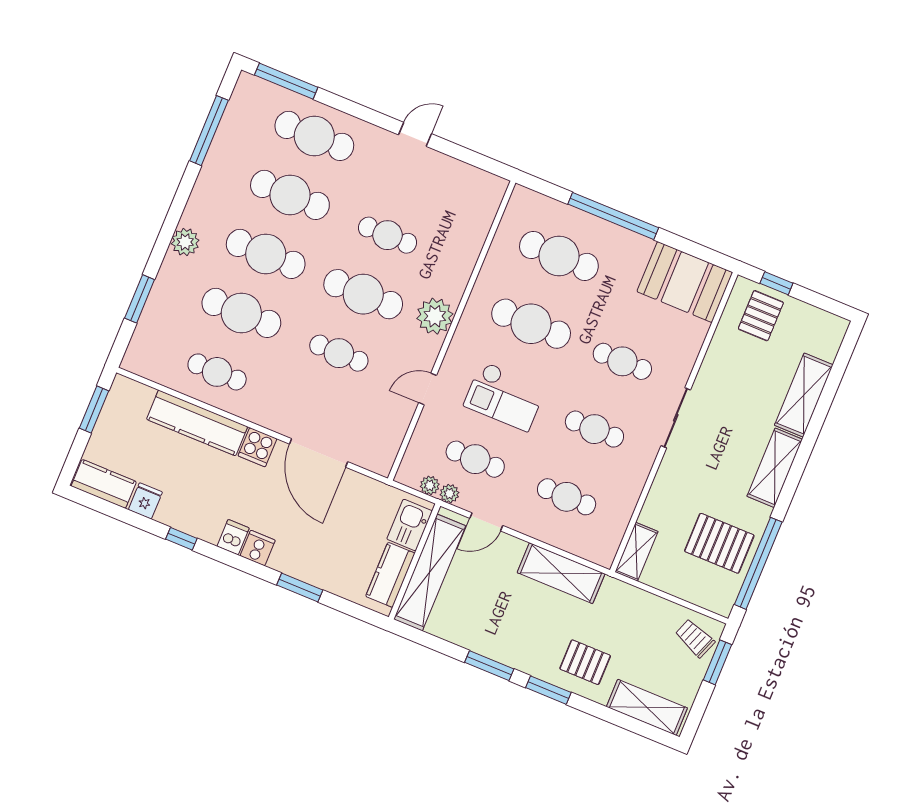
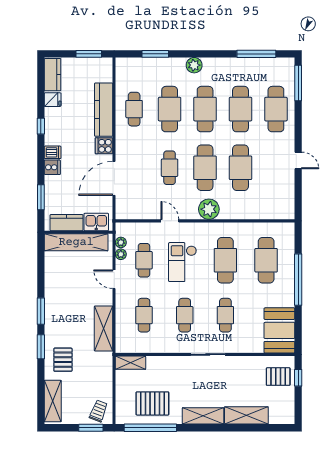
cafe table: (388, 235) -> (240, 168), width x1.37, depth x1.35
kitchen sink: (410, 525) -> (96, 222), moved
pallet: (719, 543) -> (152, 403), turned 90
wall: (415, 562) -> (79, 232), moved
shelving: (430, 572) -> (76, 242), moved
kitchen counter: (390, 575) -> (67, 223), moved

